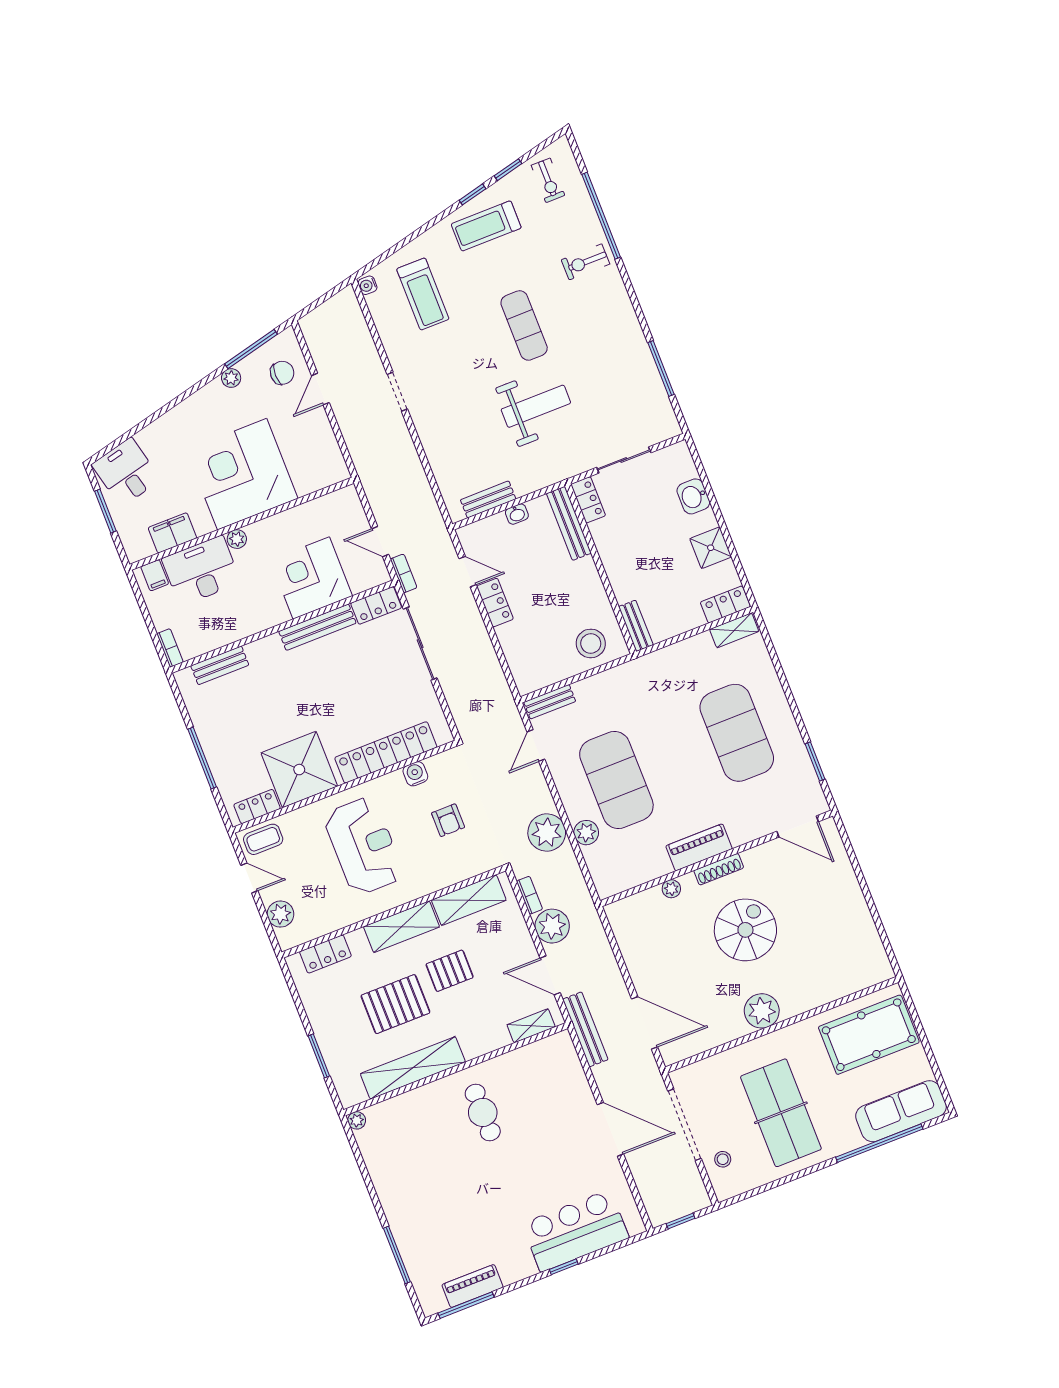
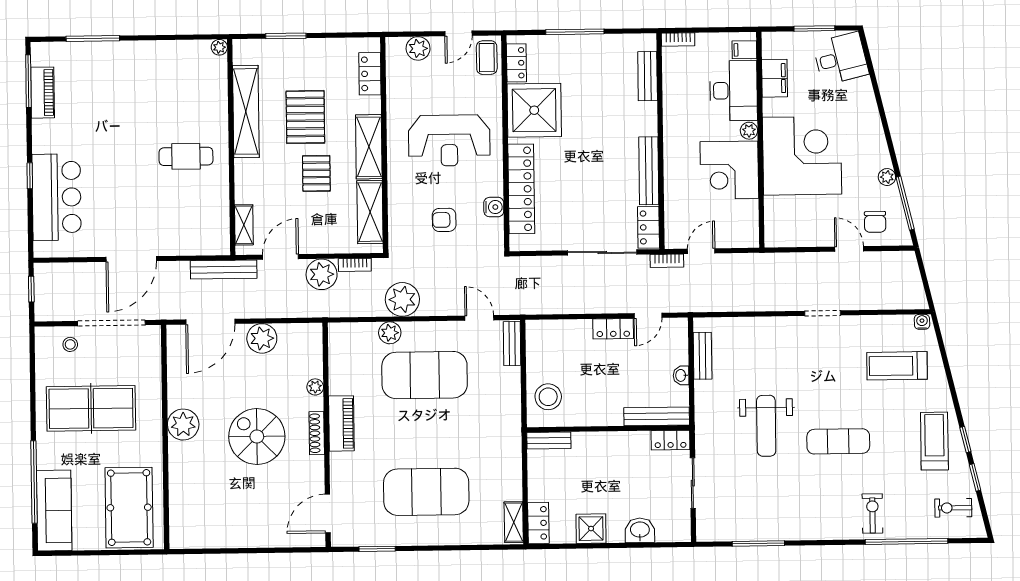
corner desk: (311, 578) -> (729, 170), moved, turned 180
spiral stairs: (745, 930) -> (257, 437), turned 180
plant: (642, 963) -> (262, 338), added

